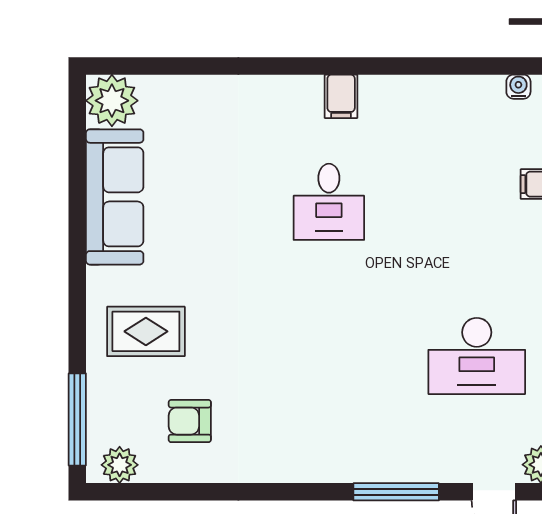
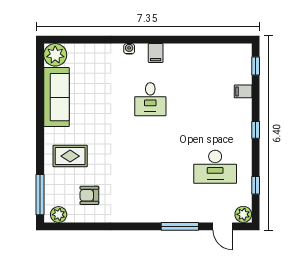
water cooler: (518, 87) -> (129, 49), moved

